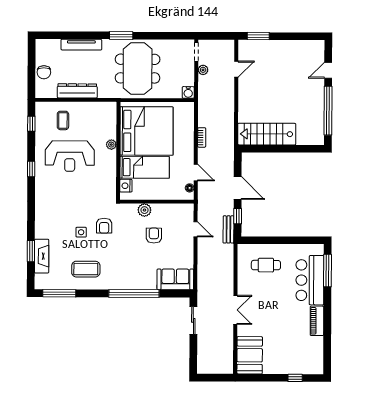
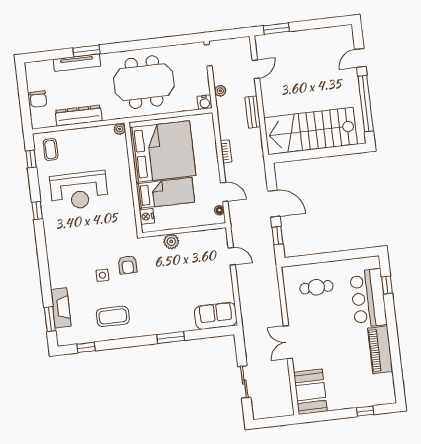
window: (121, 36) -> (86, 51), moved
meeting table: (138, 69) -> (144, 82), turned 90
plant: (203, 70) -> (220, 91), moved
coffee table: (63, 120) -> (51, 149), moved
stairs: (267, 134) -> (311, 131), width x1.36, depth x1.51
plant: (111, 145) -> (120, 129), moved
bench: (228, 229) -> (253, 112), moved
armchair: (154, 236) -> (185, 269), removed
window: (31, 251) -> (50, 319), moved
window: (327, 271) -> (387, 285), width x0.46
window: (59, 293) -> (86, 347), width x0.46
window: (134, 293) -> (171, 338), width x0.47
double door: (235, 310) -> (288, 342), swing flipped
sliding door: (193, 320) -> (244, 382), moved
piano: (317, 321) -> (380, 350), width x1.37, depth x1.33

